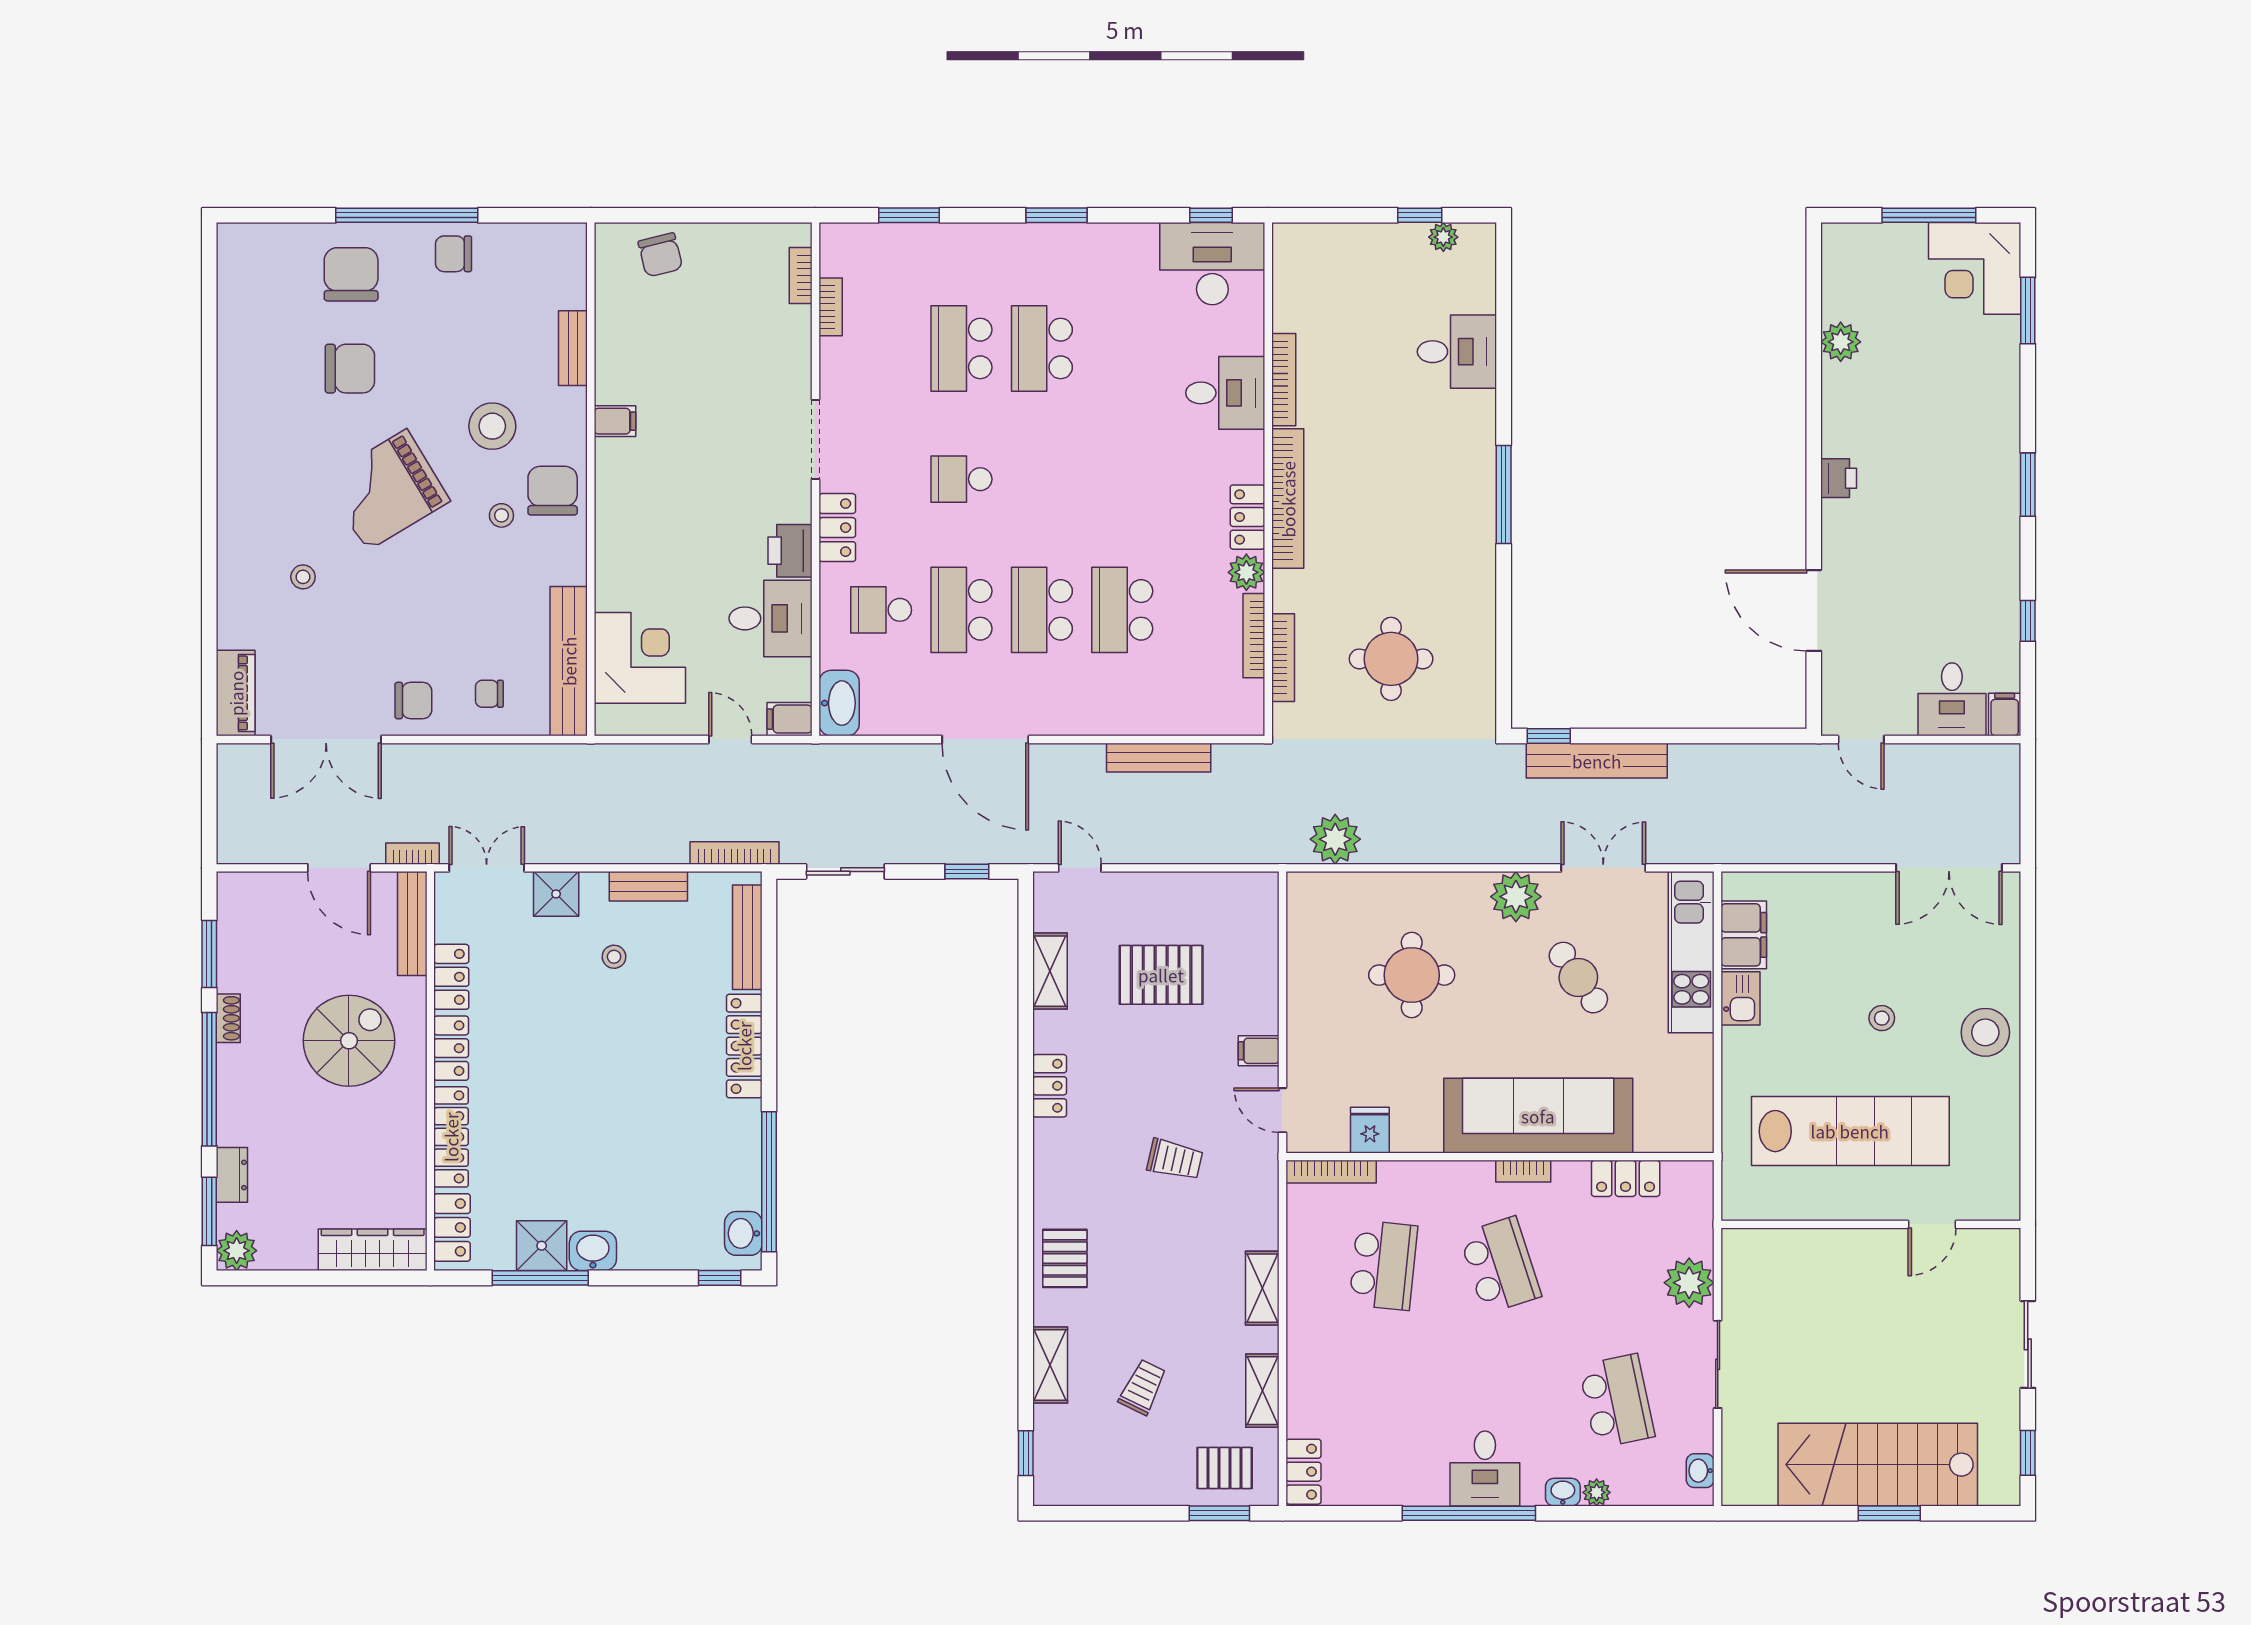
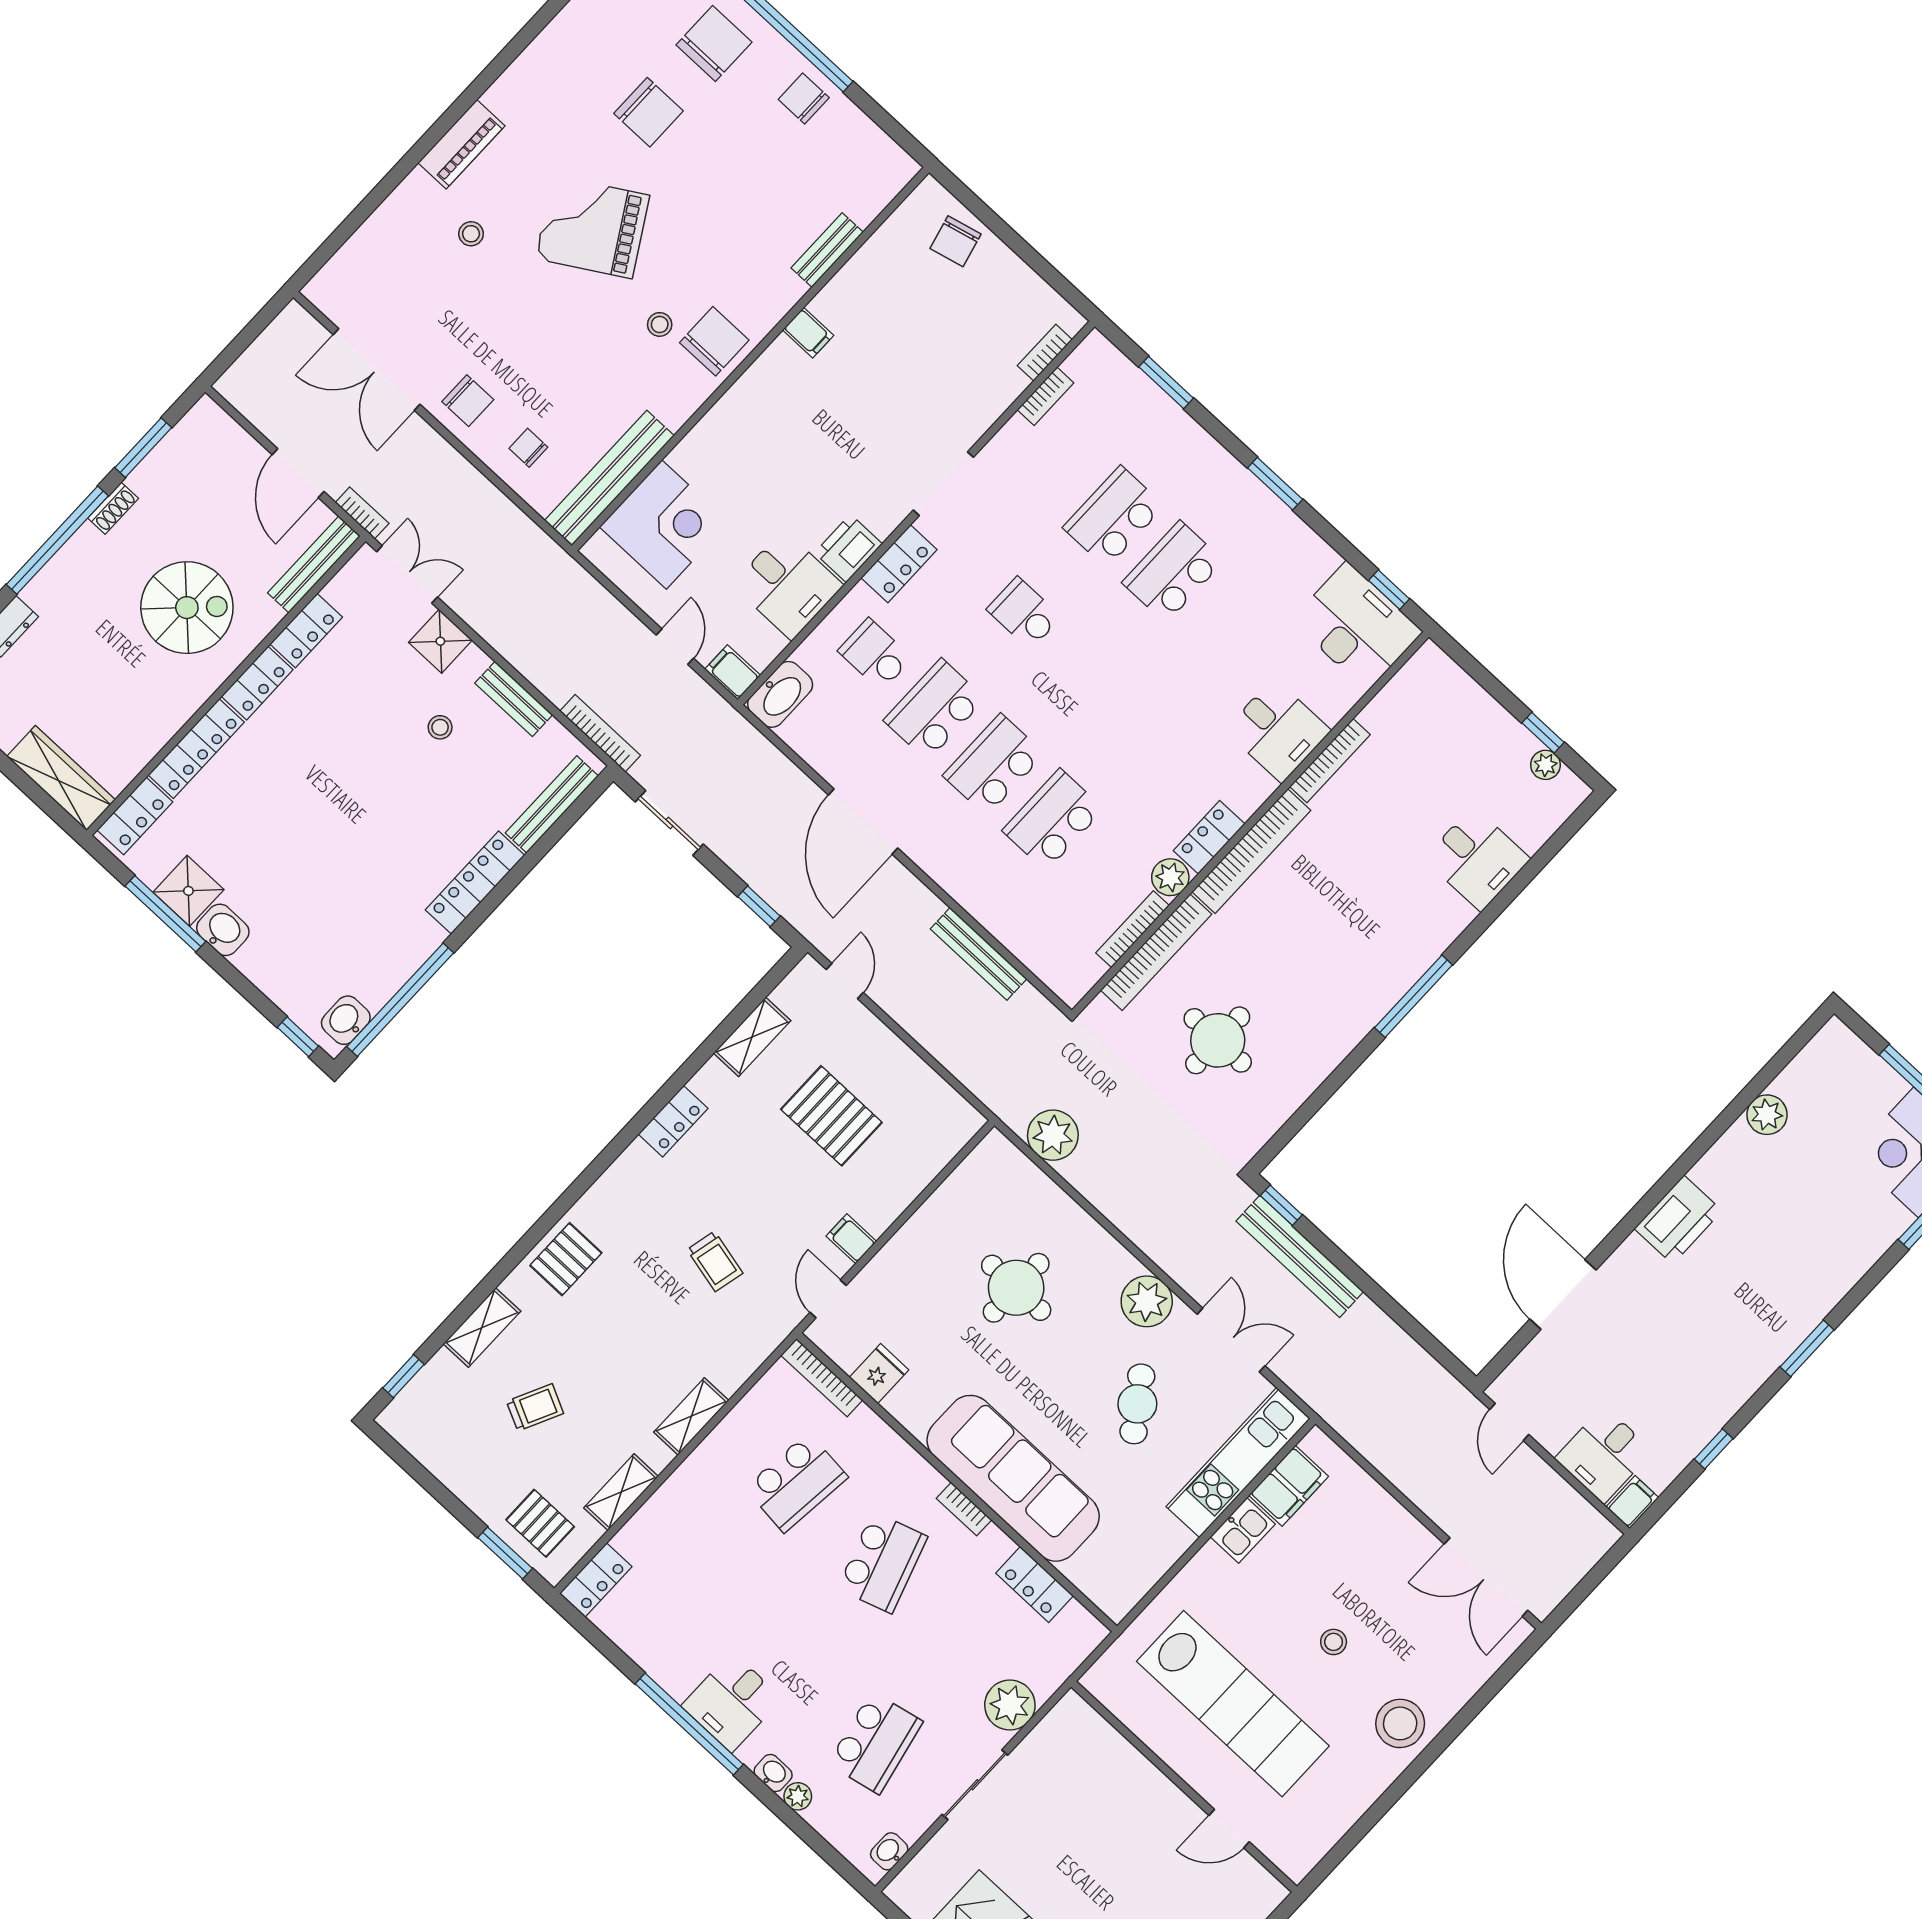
stool: (492, 426) -> (714, 252), removed
printer: (1839, 478) -> (1678, 1220), width x1.87, depth x1.48
bookcase: (1283, 658) -> (1156, 952), width x1.48, depth x1.31
piano: (236, 693) -> (461, 144), moved

